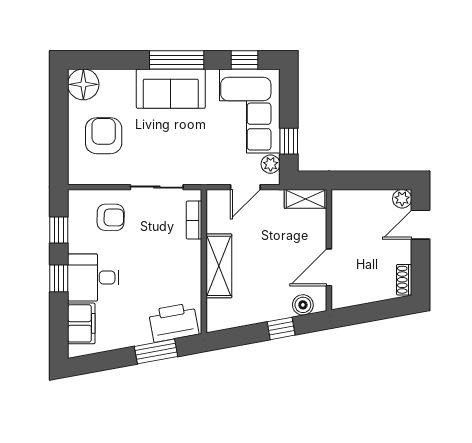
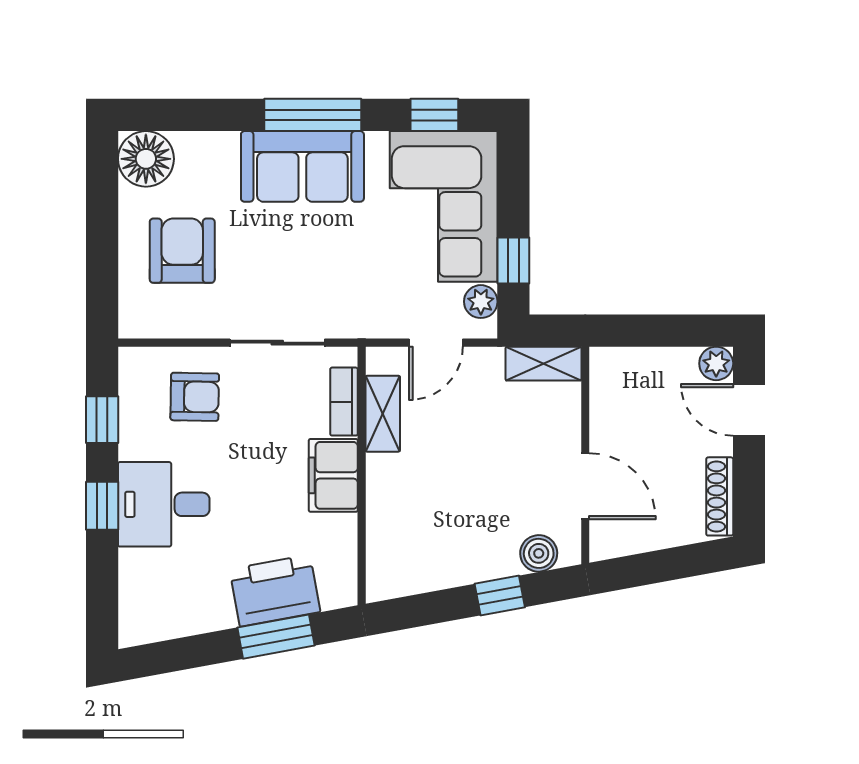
door: (420, 225) -> (749, 410), hinge flipped
shelving: (219, 266) -> (383, 414), moved, width x0.67, depth x0.75
door: (329, 267) -> (585, 486), swing flipped
shoe rack: (404, 280) -> (720, 496), width x1.43
printer: (174, 322) -> (275, 591), moved
filing cabinet: (81, 323) -> (333, 475), moved, turned 180

